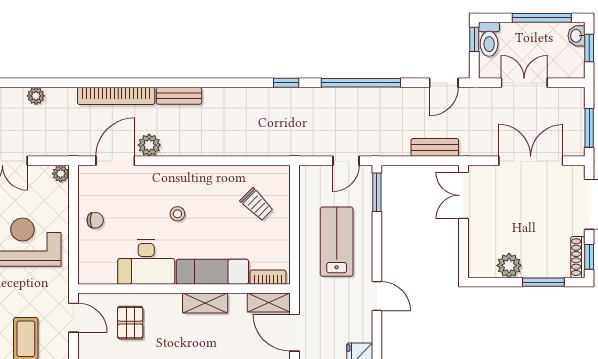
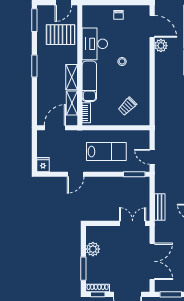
shelving: (269, 303) -> (72, 103), moved
pallet: (130, 323) -> (61, 35), width x1.50, depth x1.42

